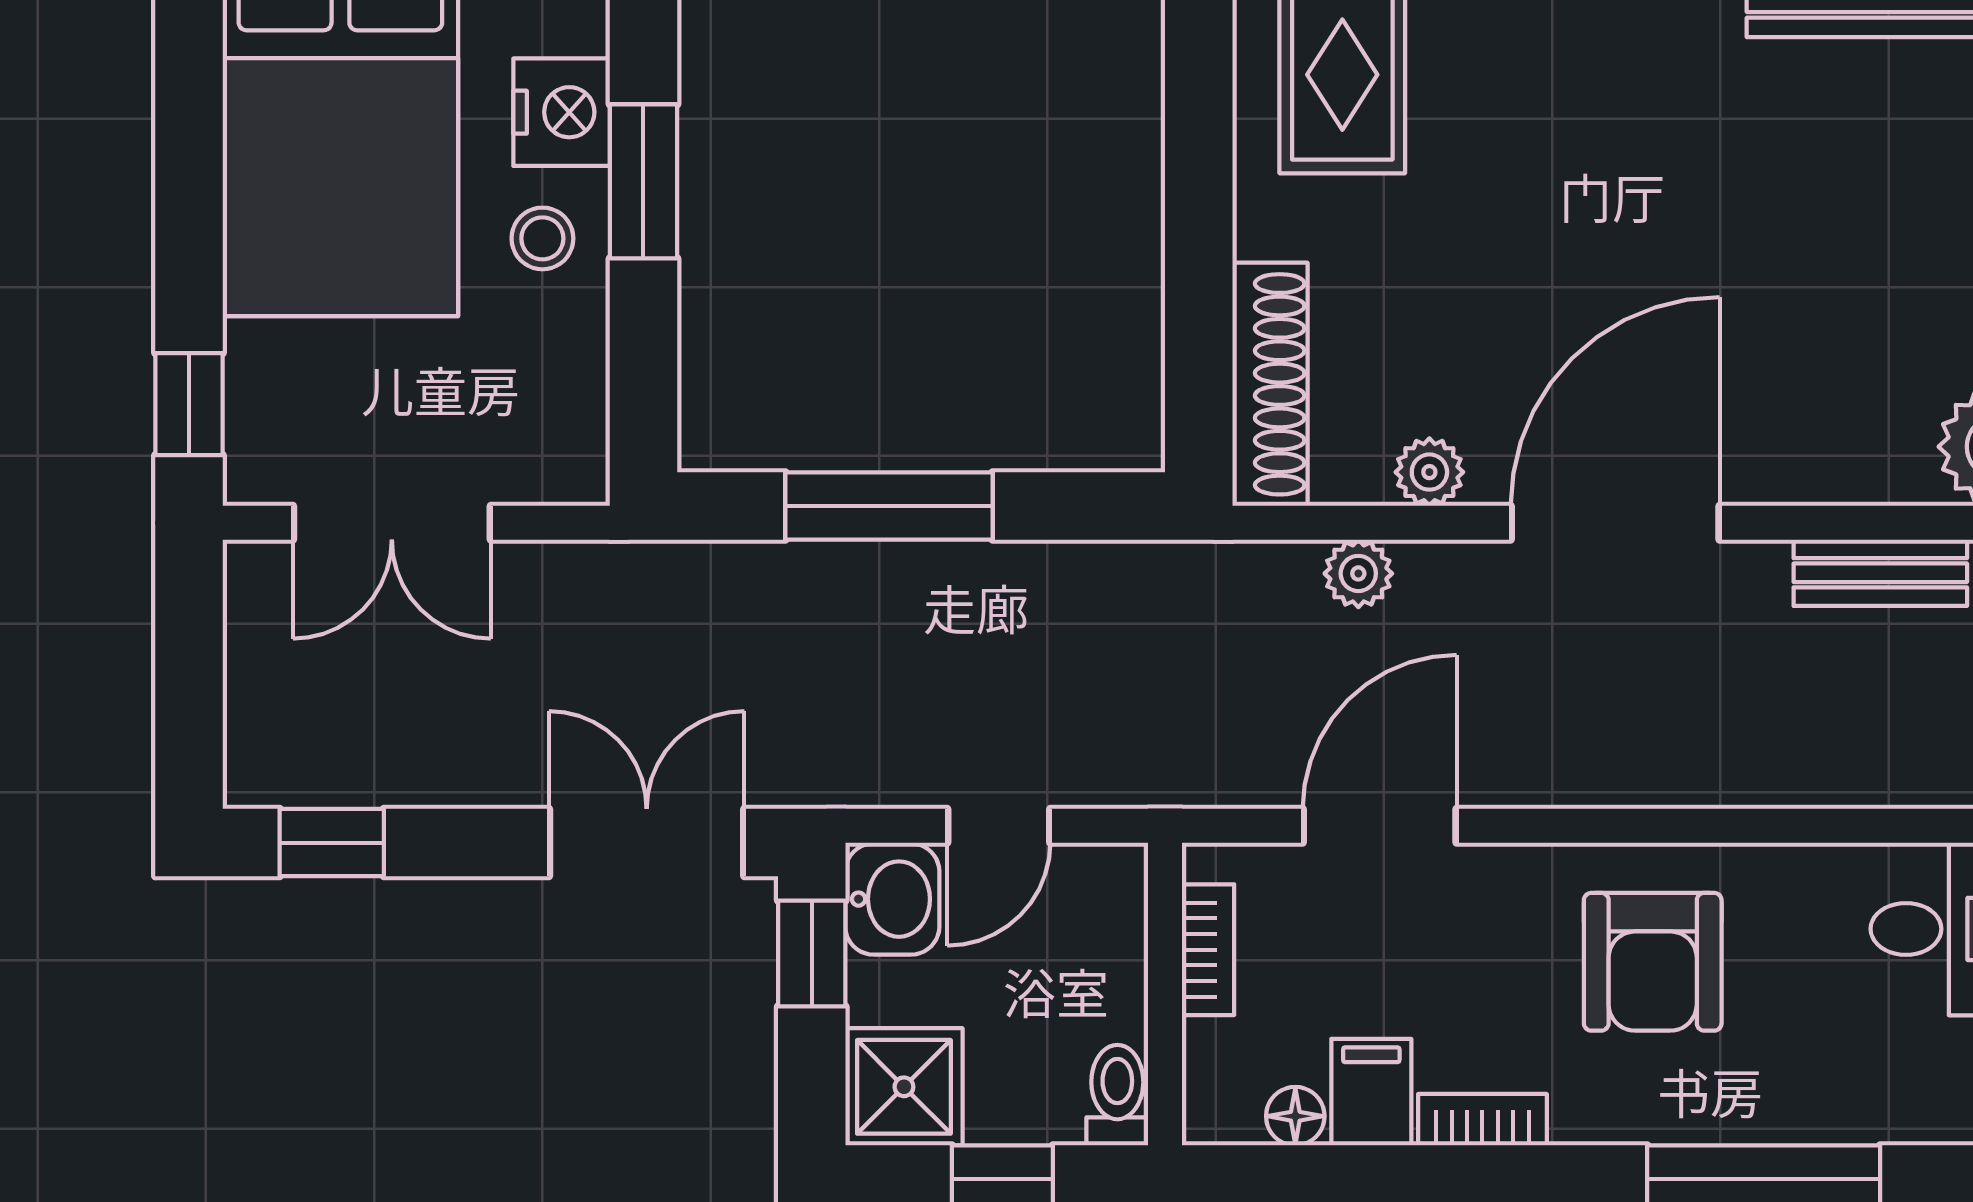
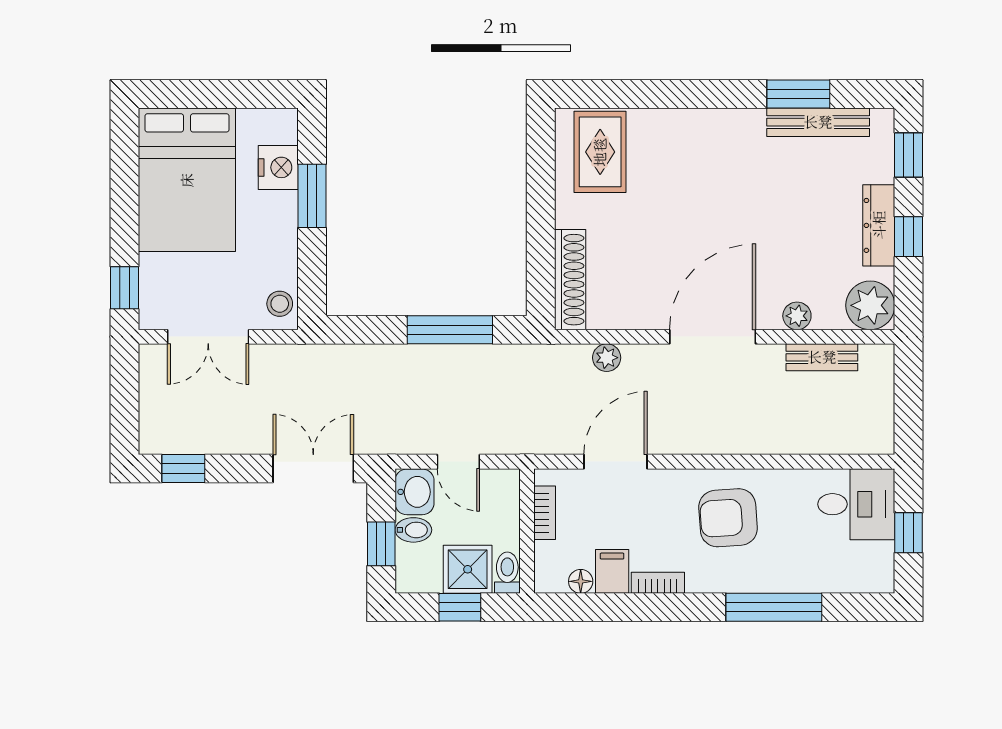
stool: (542, 238) -> (280, 304), moved
plant: (1429, 472) -> (797, 316), moved
window: (889, 506) -> (450, 330), moved
door: (999, 826) -> (458, 462), hinge flipped
window: (812, 954) -> (381, 544), moved
armchair: (1653, 962) -> (728, 518), turned 86
bidet: (890, 991) -> (413, 530), added
shower: (904, 1087) -> (468, 569), moved

